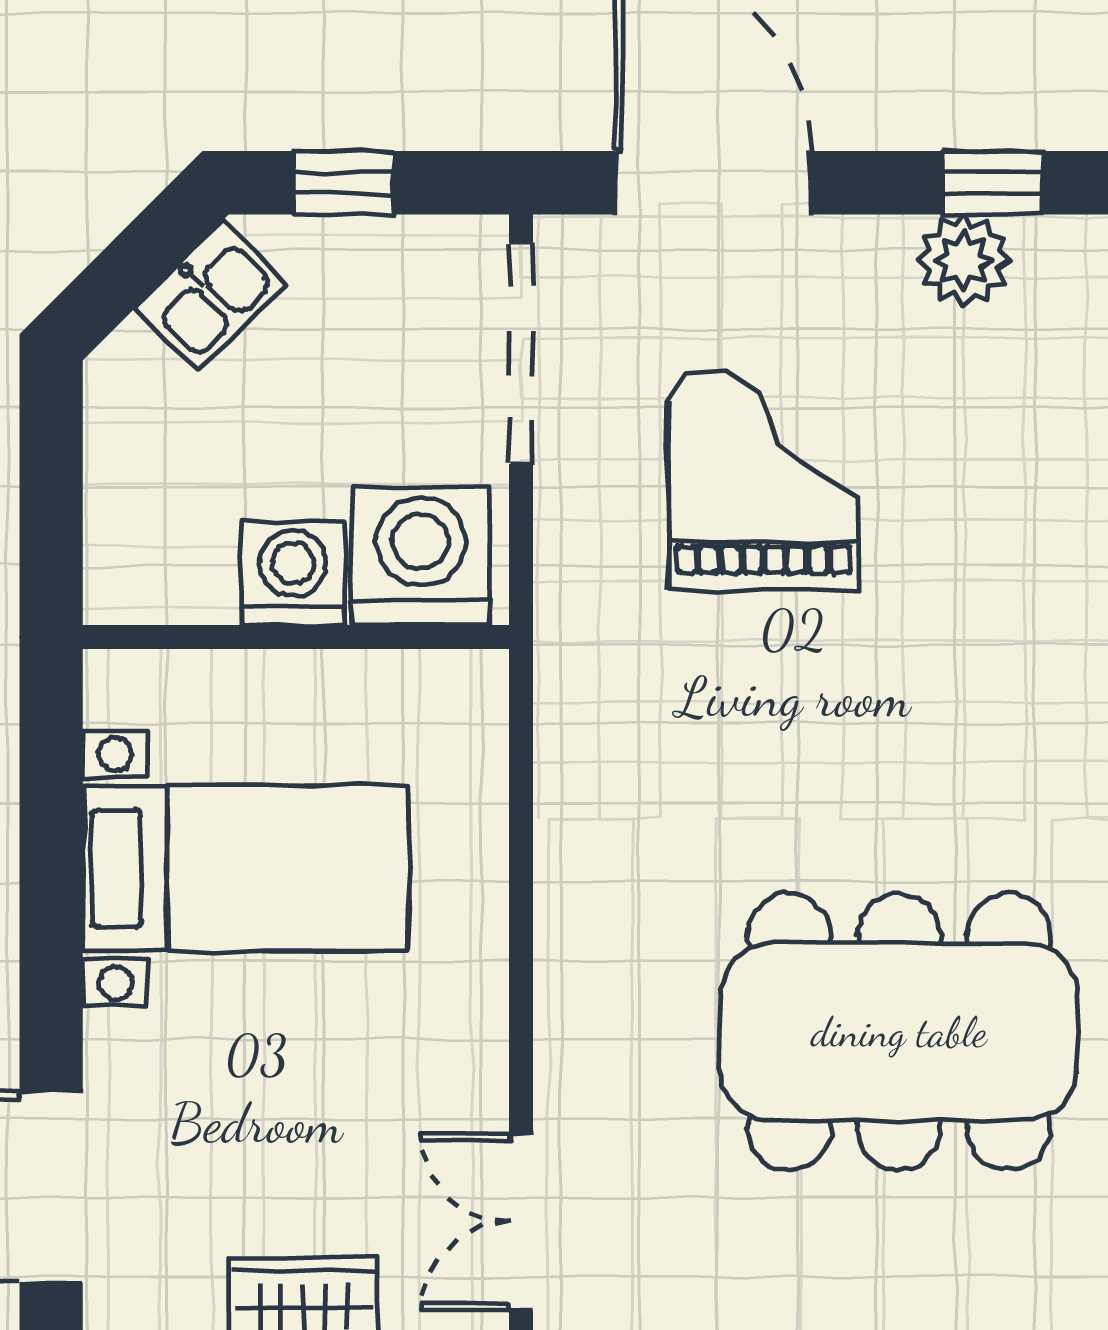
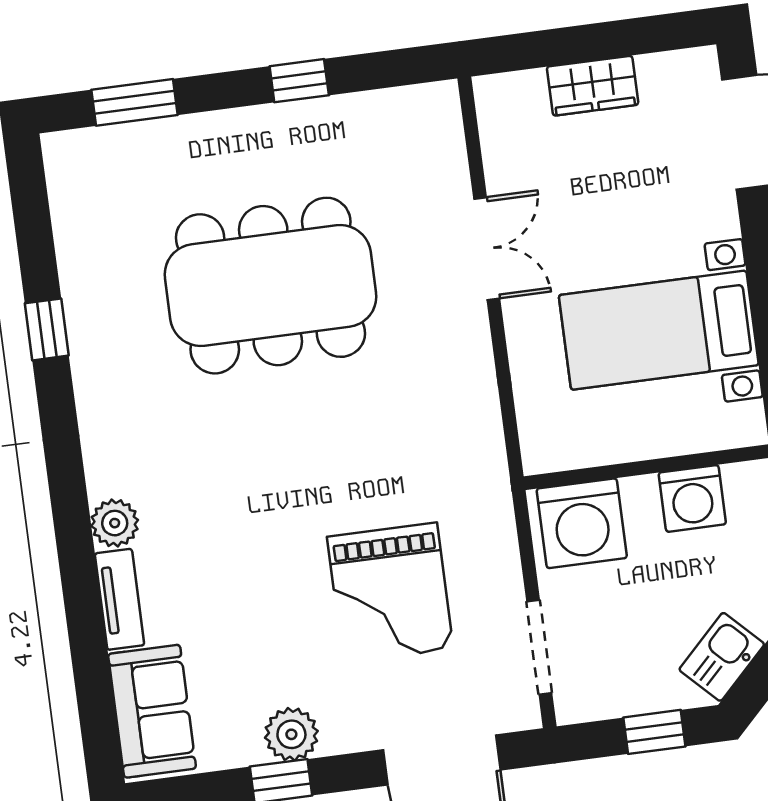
doorway: (521, 354) -> (539, 647), width x0.73
washing machine: (293, 573) -> (692, 498), moved
double door: (521, 1222) -> (487, 249), moved

